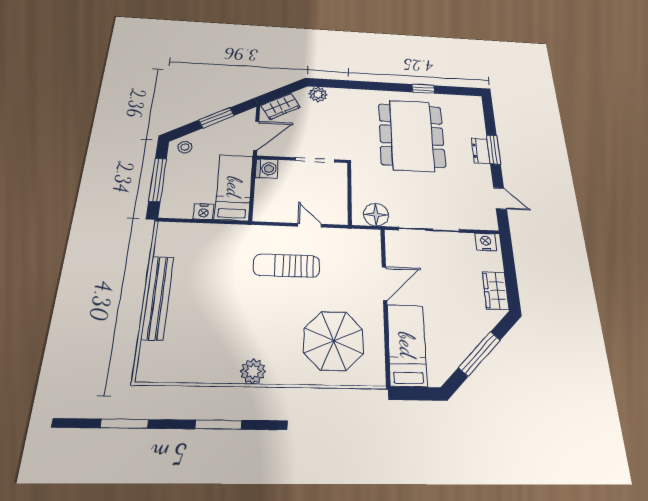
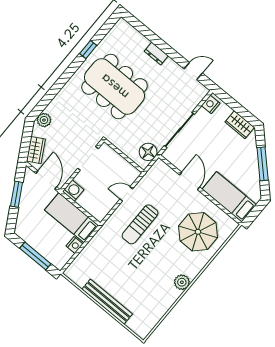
stool: (185, 147) -> (24, 227), removed
window: (493, 150) -> (161, 45), removed

